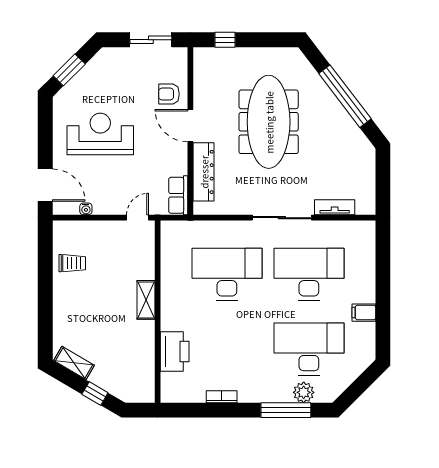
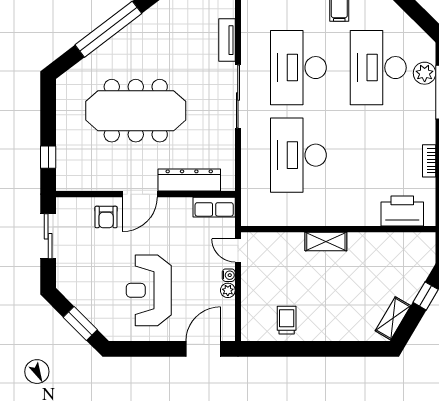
plant: (100, 208) -> (228, 290), added
water cooler: (86, 209) -> (229, 275), moved
printer: (175, 352) -> (402, 211), moved

